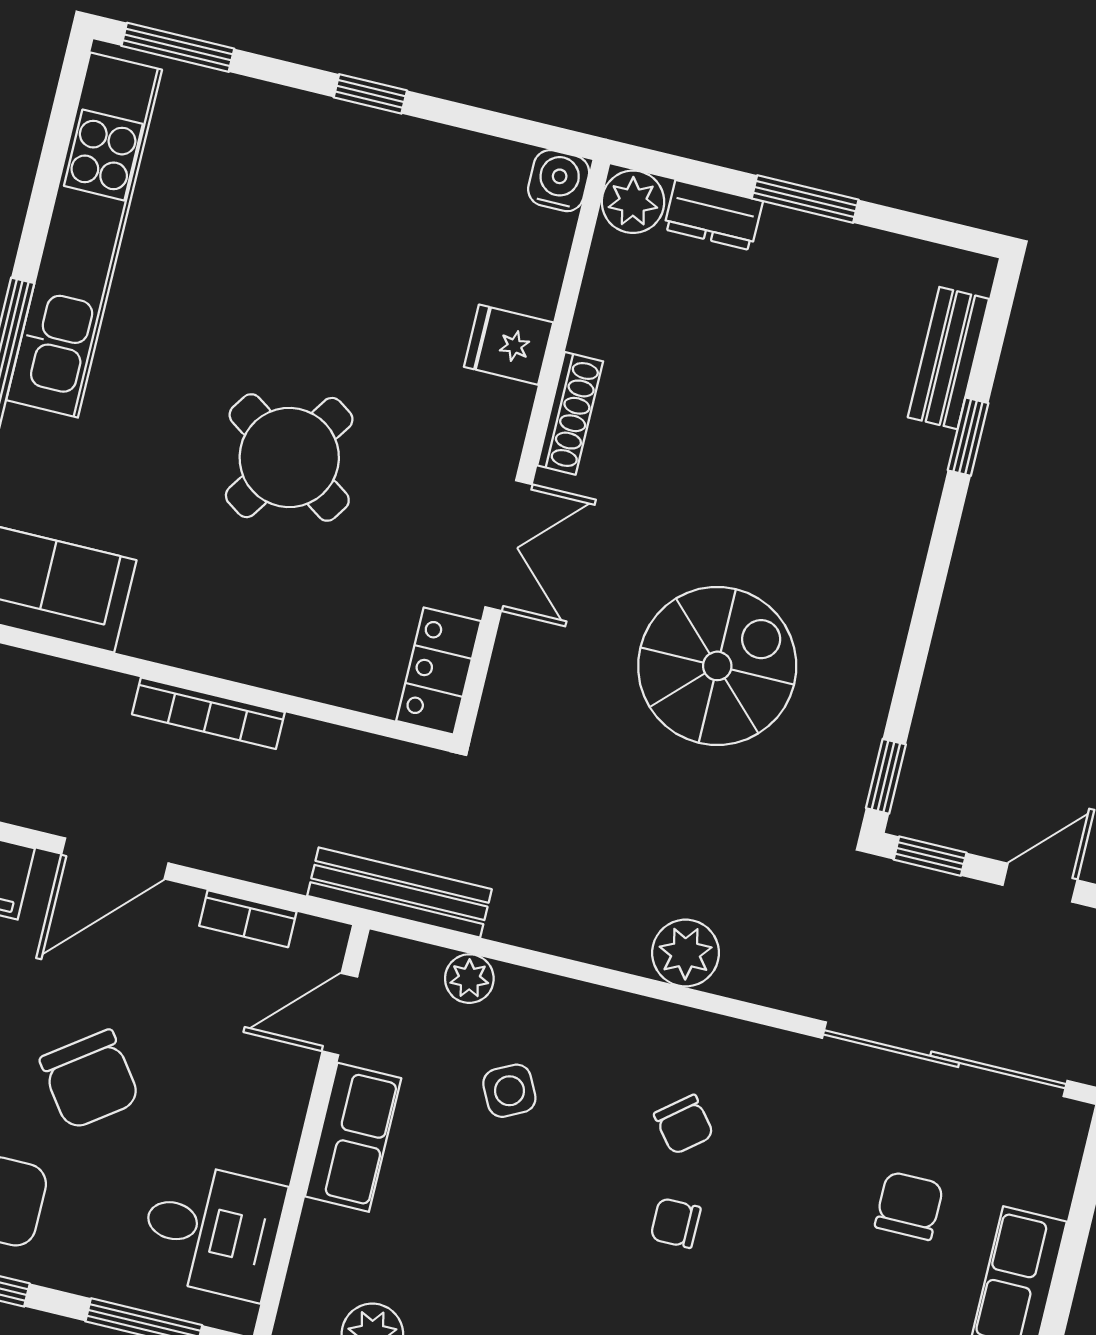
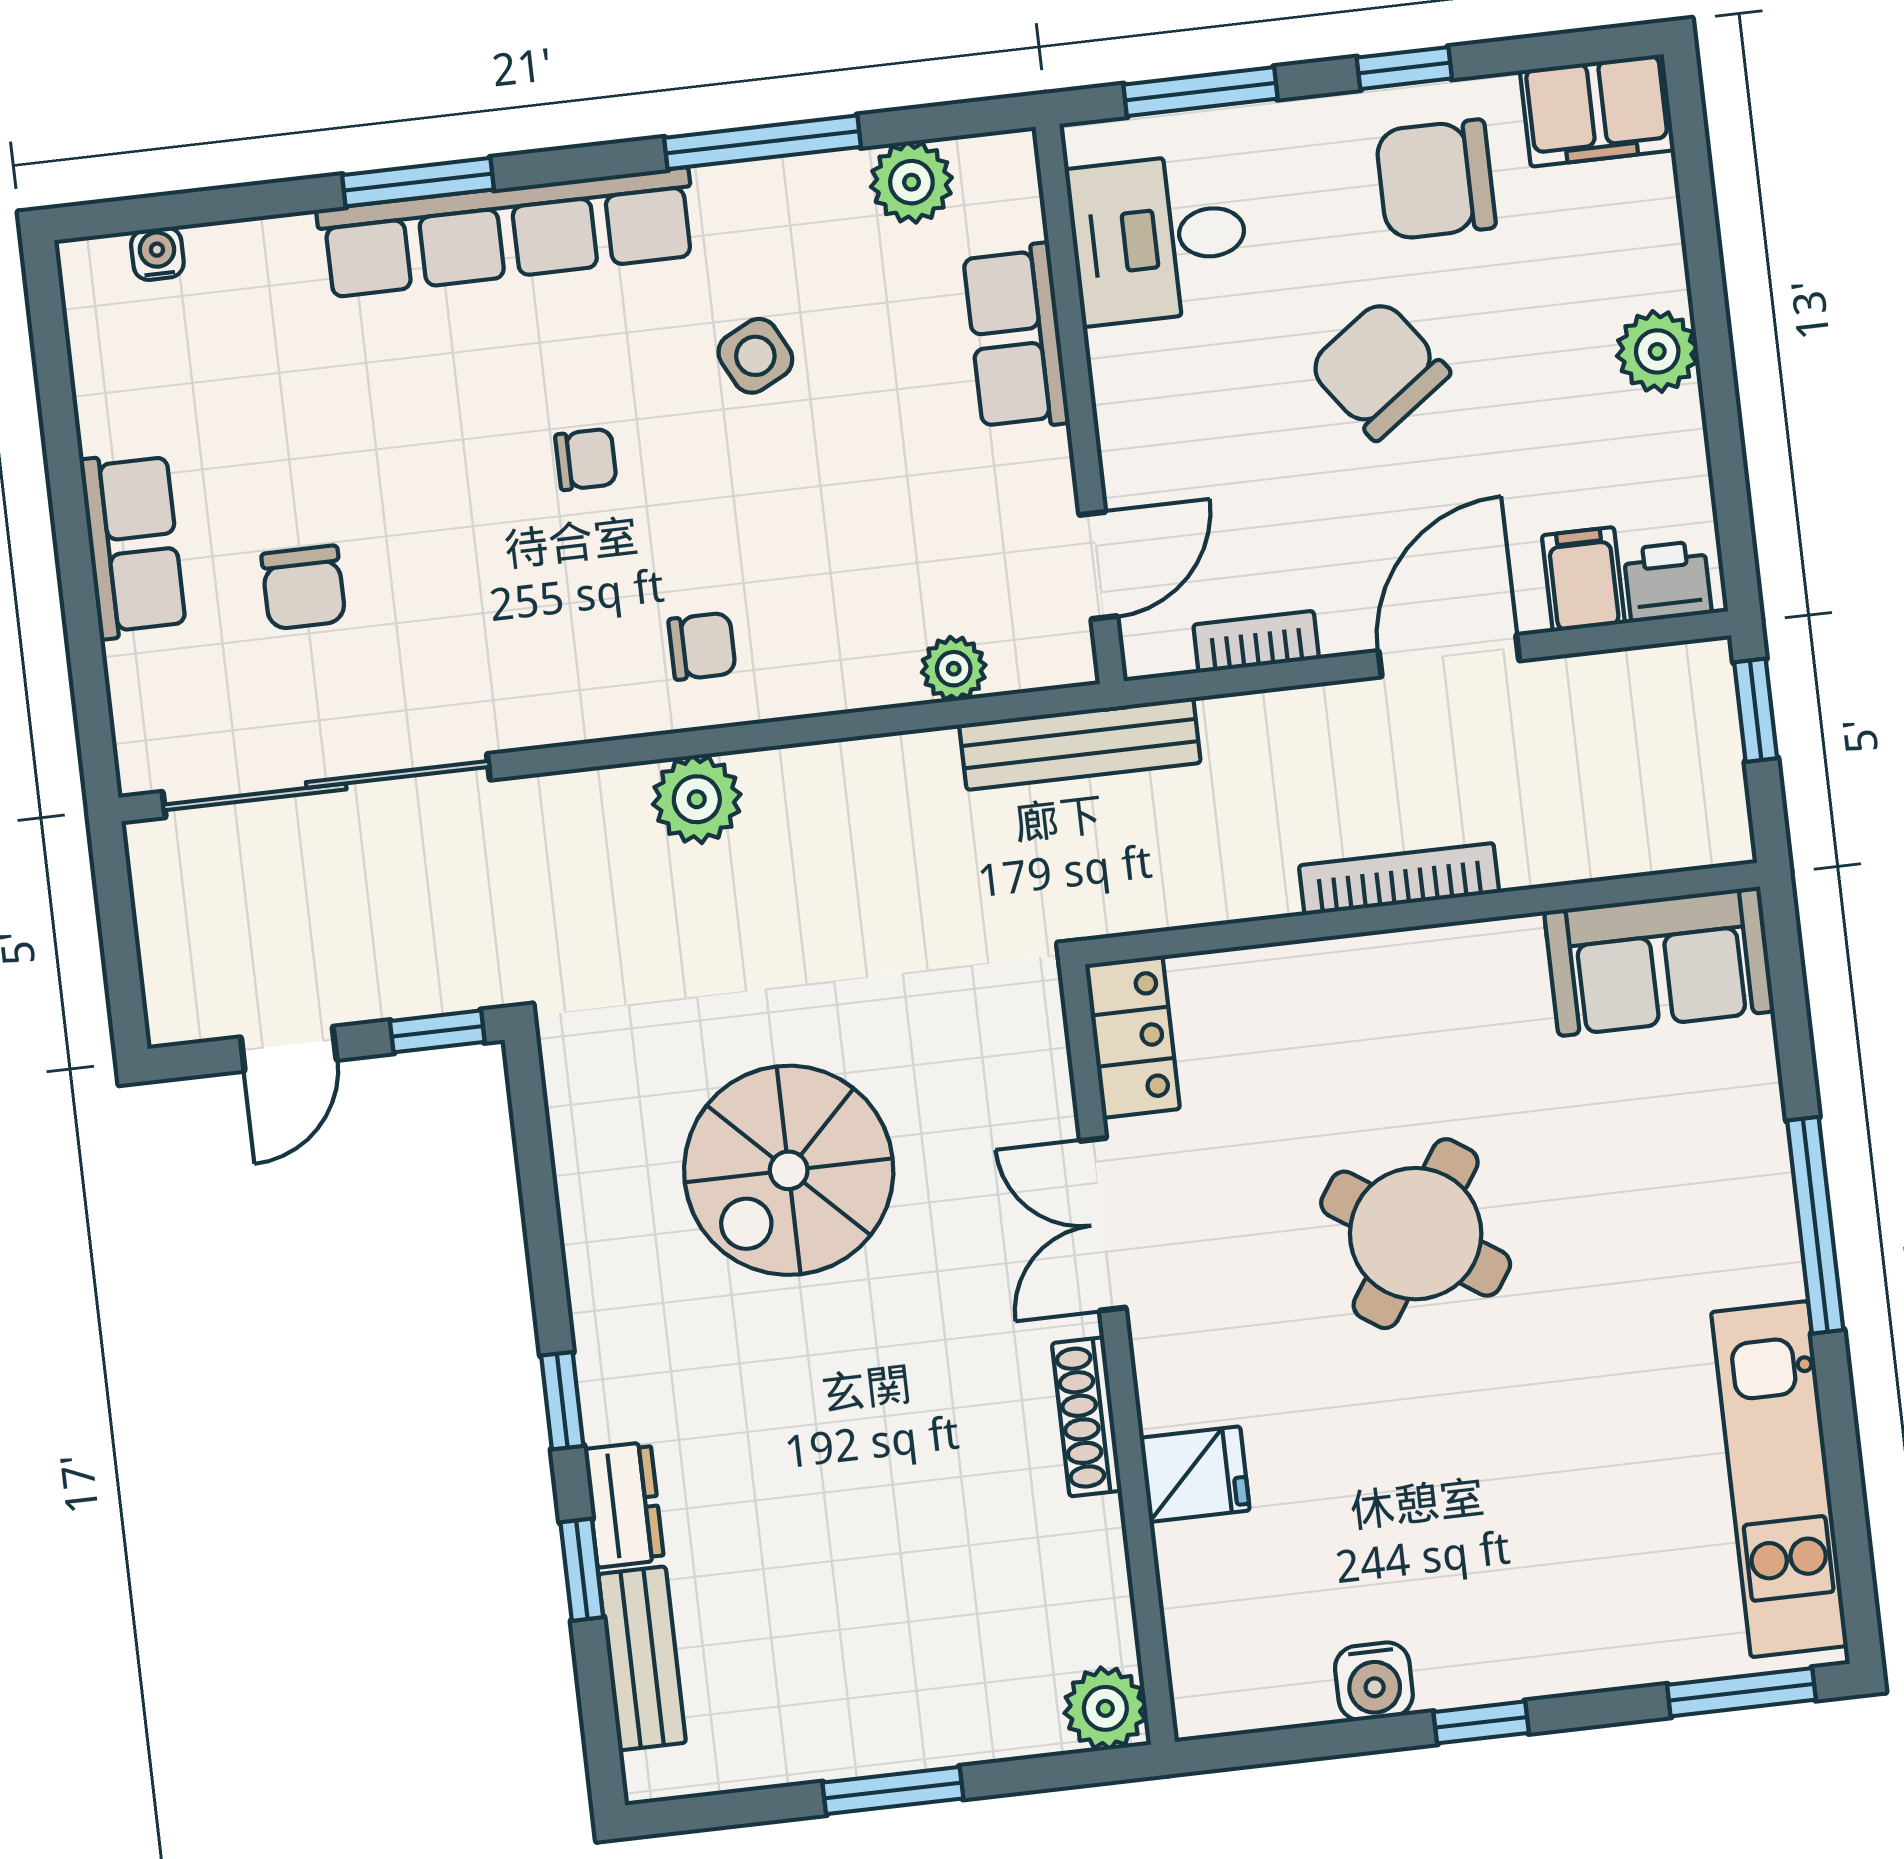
water cooler: (559, 181) -> (1374, 1681), moved
dresser: (713, 215) -> (624, 1505), moved, turned 90
kitchen unit: (84, 235) -> (1779, 1479), width x0.73
window: (886, 776) -> (562, 1401), moved
side table: (509, 1091) -> (755, 356), moved
chair: (684, 1125) -> (702, 646), moved, turned 129
row of seats: (353, 1137) -> (1016, 338), moved

